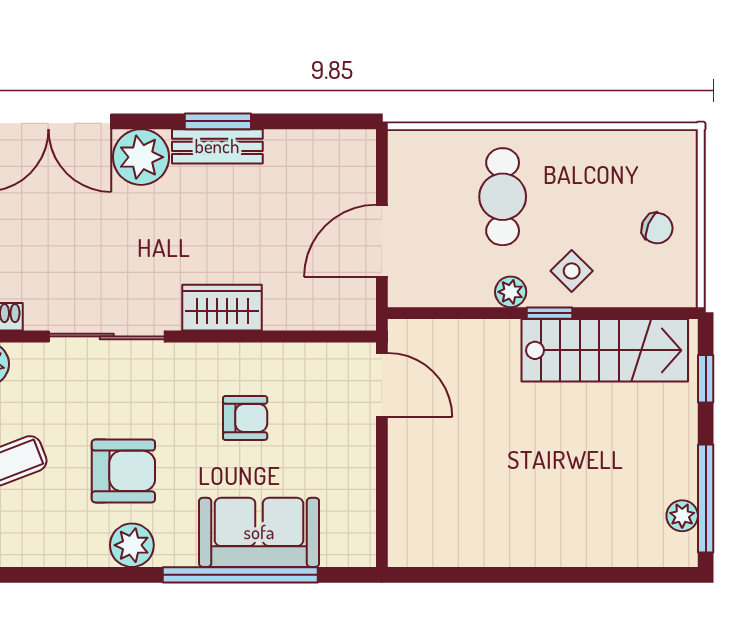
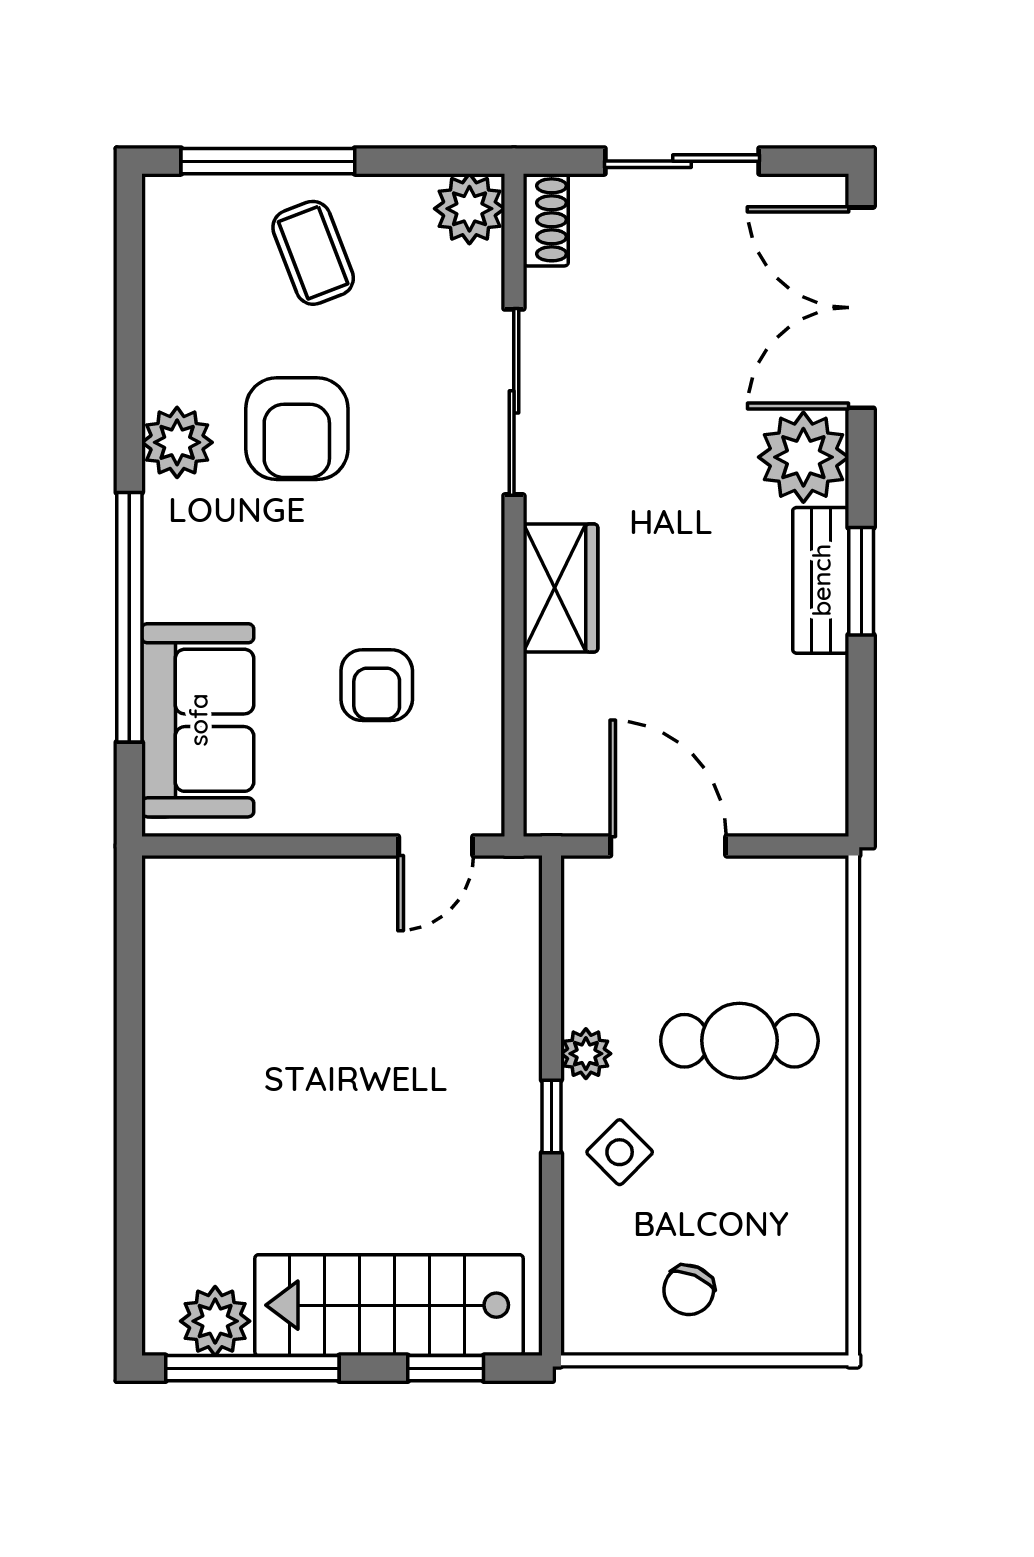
stairs: (605, 350) -> (389, 1305), moved, turned 90
door: (382, 385) -> (436, 846), width x0.73
armchair: (245, 418) -> (377, 685), moved
plant: (682, 516) -> (215, 1321), width x1.38, depth x1.38
sofa: (259, 532) -> (198, 720), moved

